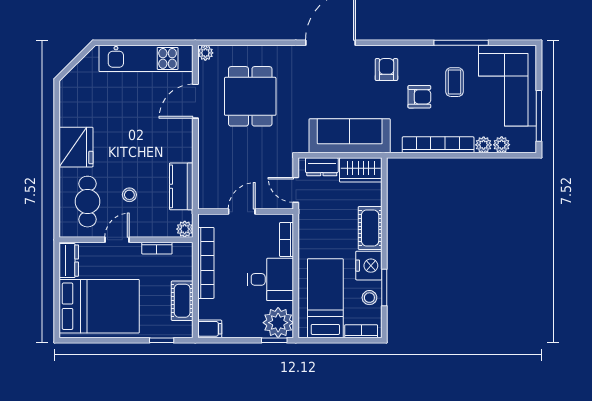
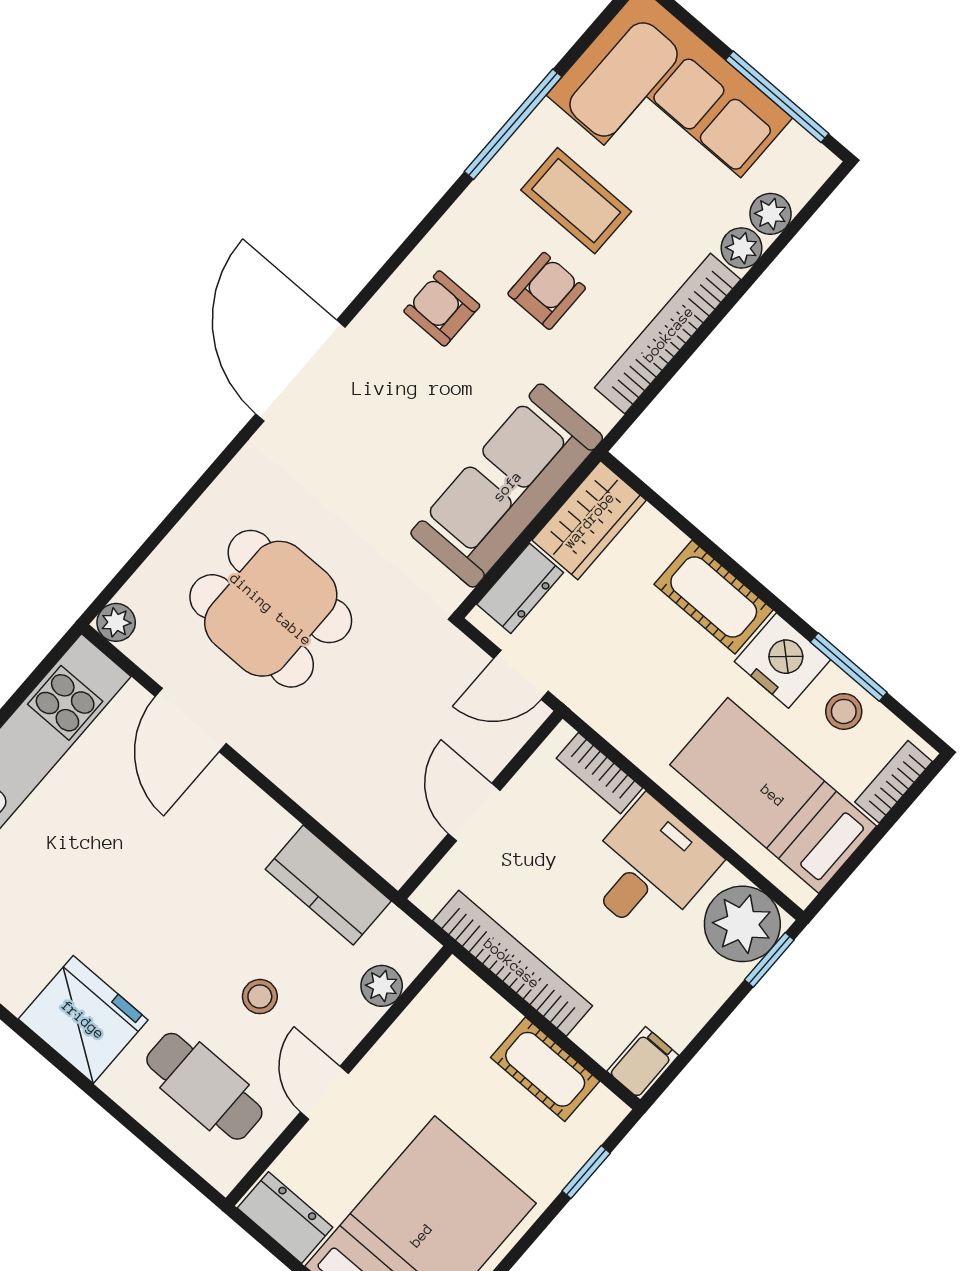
coffee table: (454, 82) -> (576, 201), width x1.36, depth x1.30
plant: (185, 229) -> (382, 986), moved
bookcase: (157, 248) -> (405, 1031), removed

